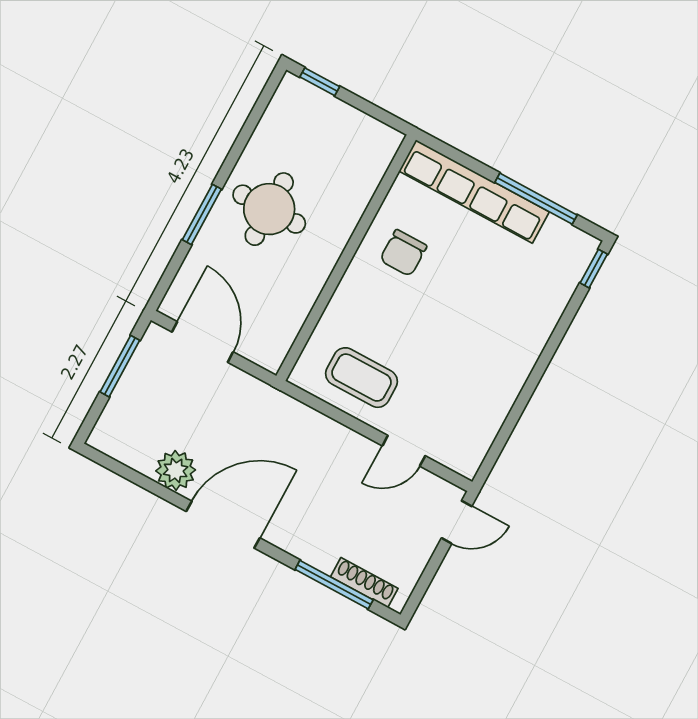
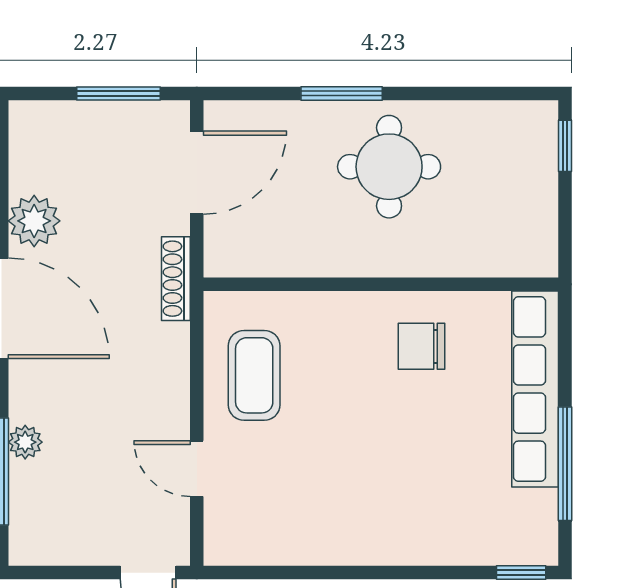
plant: (323, 558) -> (25, 442), added
shoe rack: (364, 583) -> (176, 279), moved, turned 180

